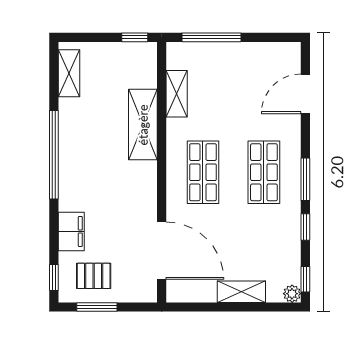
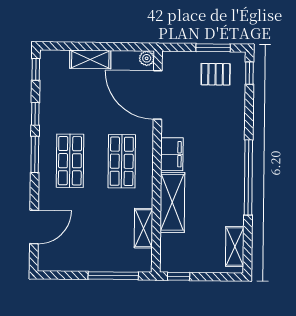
filing cabinet: (71, 231) -> (172, 154), moved, turned 180
plant: (292, 294) -> (147, 58), moved

